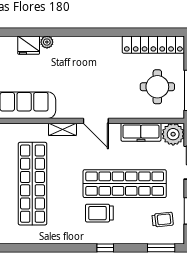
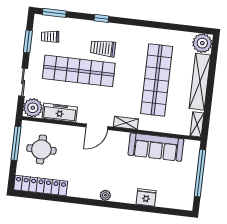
plant: (47, 42) -> (105, 195), moved
door: (96, 121) -> (97, 127), swing flipped
trolley: (99, 213) -> (103, 48), turned 180

